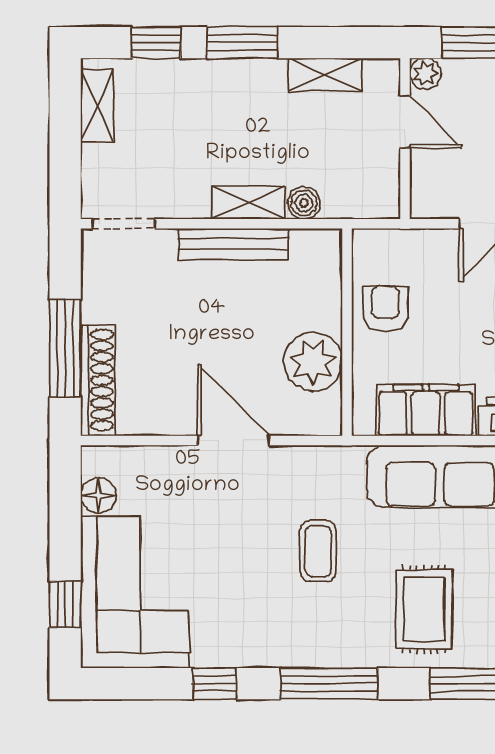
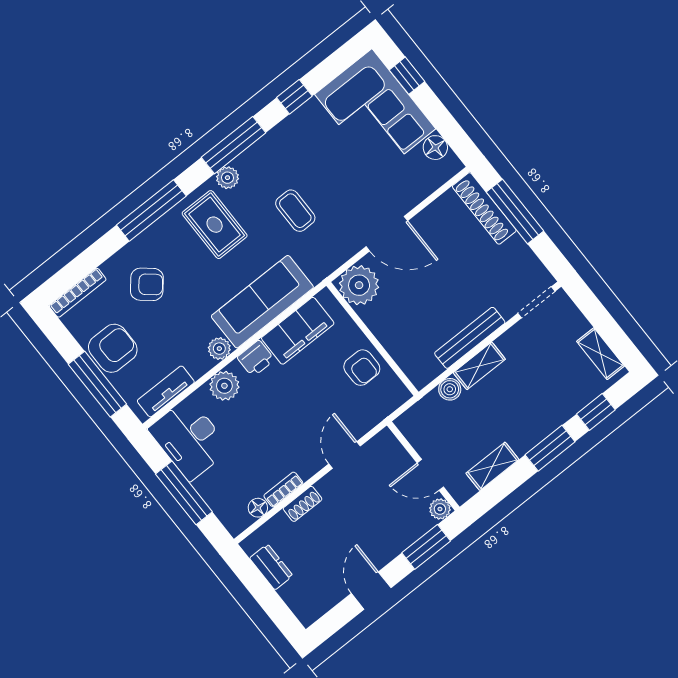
plant: (313, 362) -> (359, 285), moved
plant: (366, 652) -> (227, 178), added

